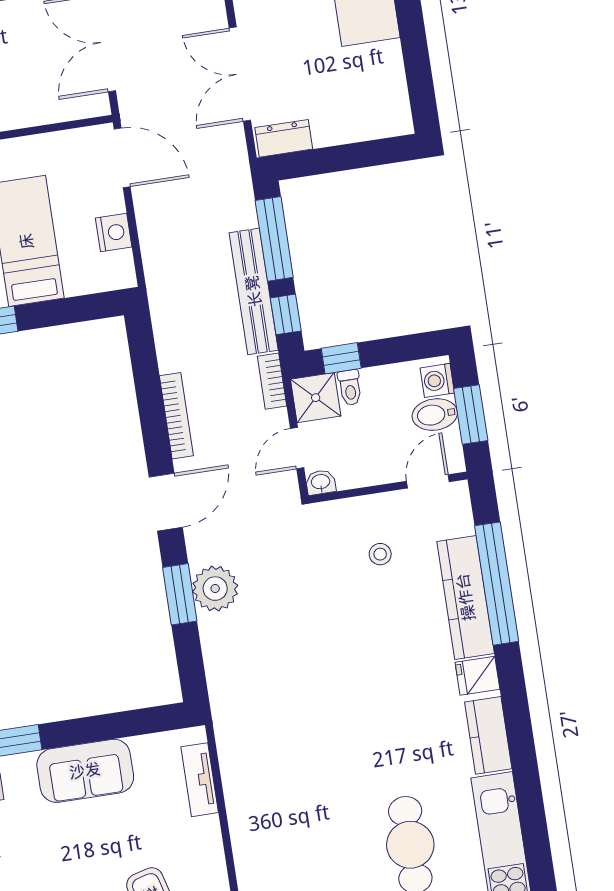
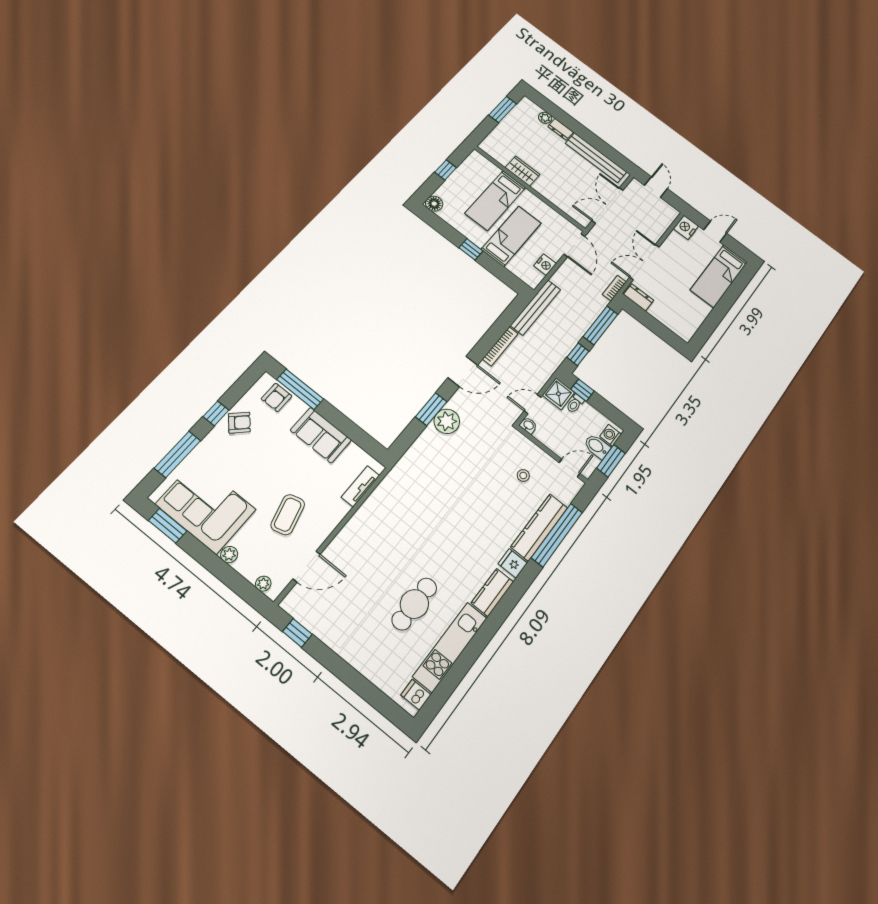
bench: (254, 291) -> (535, 307), moved
bookcase: (272, 381) -> (614, 288), moved

